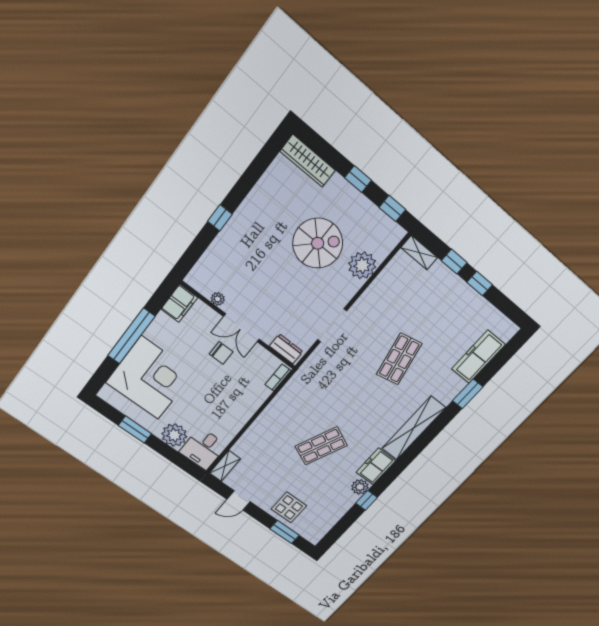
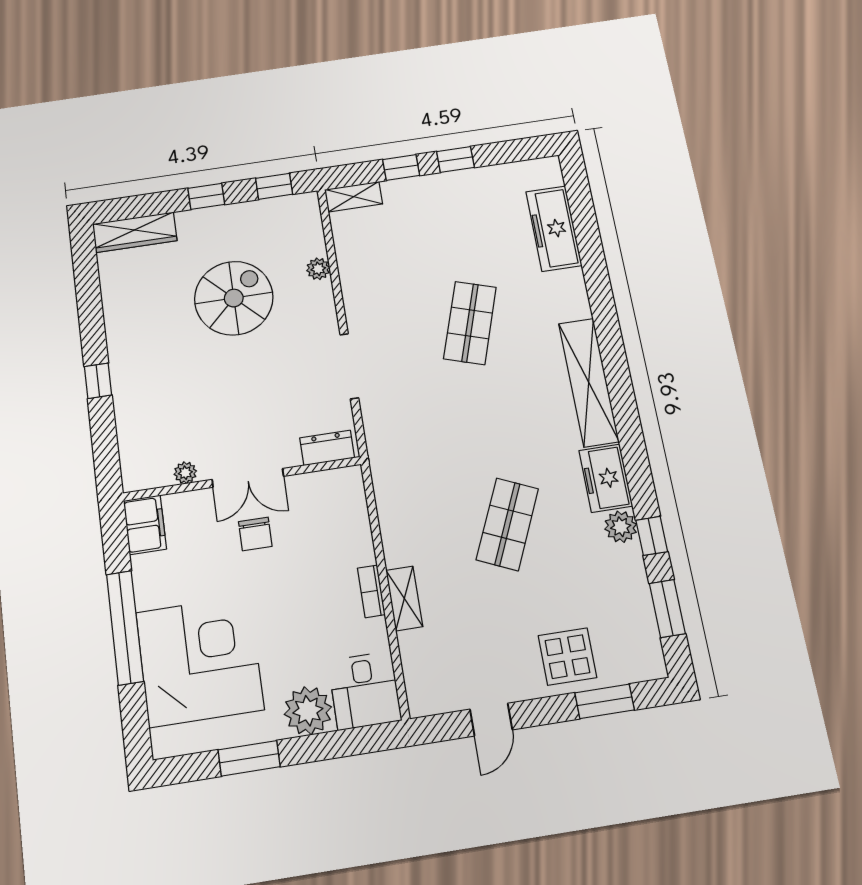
plant: (362, 265) -> (318, 269), width x0.53, depth x0.53
chair: (221, 353) -> (255, 534), turned 90
shop shelf: (399, 359) -> (470, 323), turned 30
bookcase: (278, 378) -> (371, 591), moved
window: (468, 394) -> (667, 608), moved
shelving: (225, 466) -> (404, 598), moved

